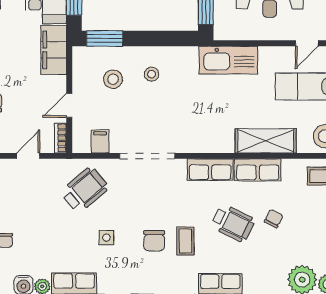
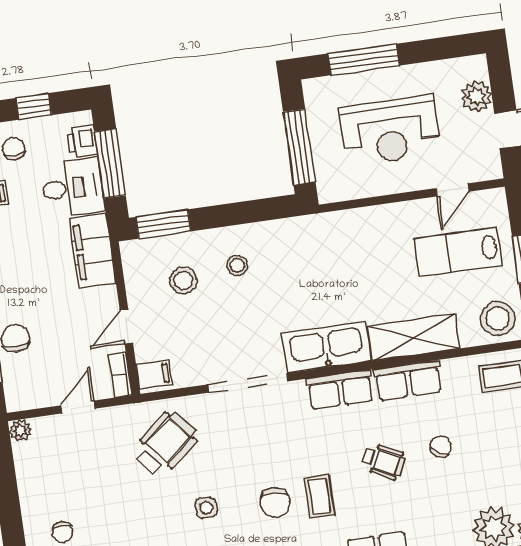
kitchen sink: (228, 60) -> (326, 347), moved, turned 180
filing cabinet: (100, 141) -> (154, 375), moved, turned 90
wheelchair: (233, 223) -> (384, 461), width x0.73, depth x0.73

